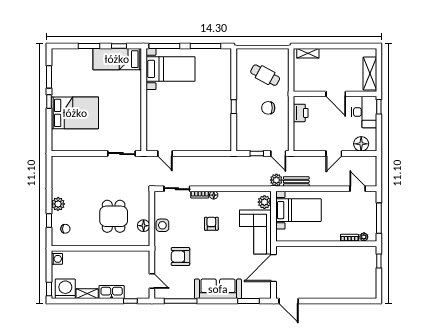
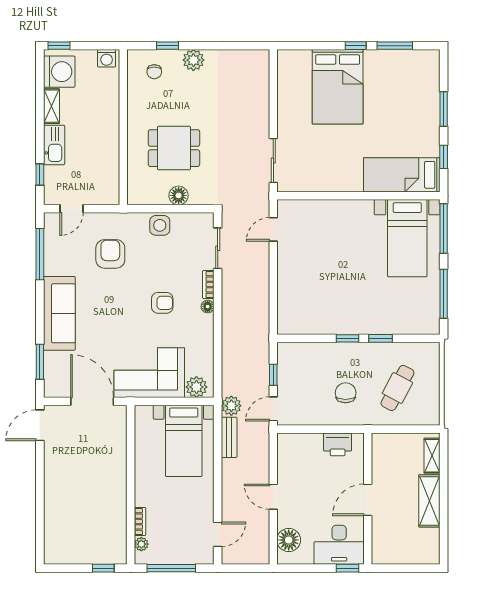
bed: (117, 59) -> (402, 175), moved, turned -90
shelving: (370, 74) -> (429, 501), moved, turned 90
window: (234, 86) -> (380, 338), added
floor lamp: (144, 226) -> (179, 195), moved

